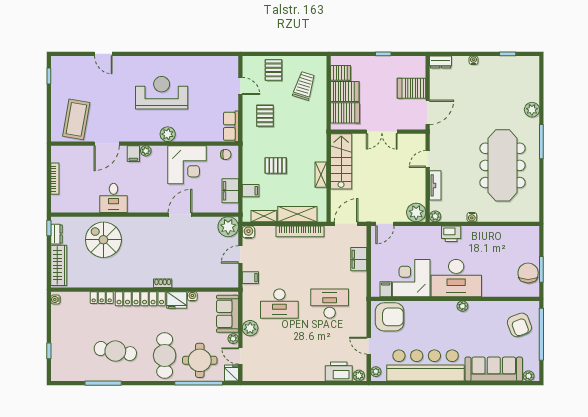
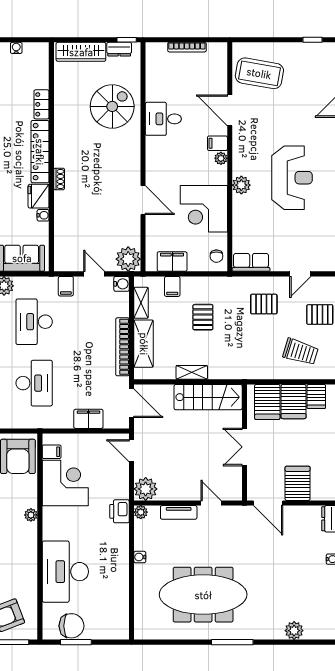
plant: (532, 110) -> (294, 631), moved
printer: (451, 234) -> (119, 511), moved
desk: (456, 278) -> (65, 572), moved
water cooler: (56, 299) -> (16, 48), moved
plant: (462, 306) -> (31, 515), moved

